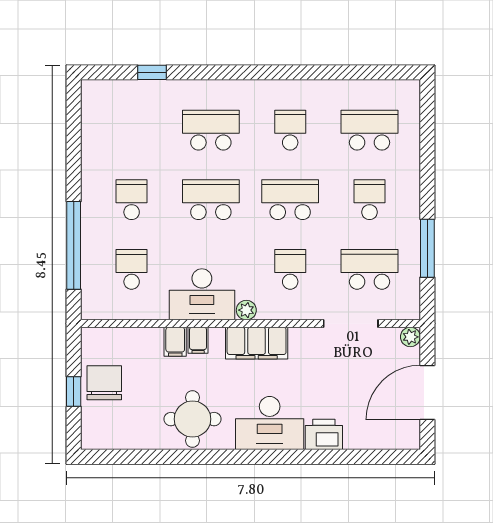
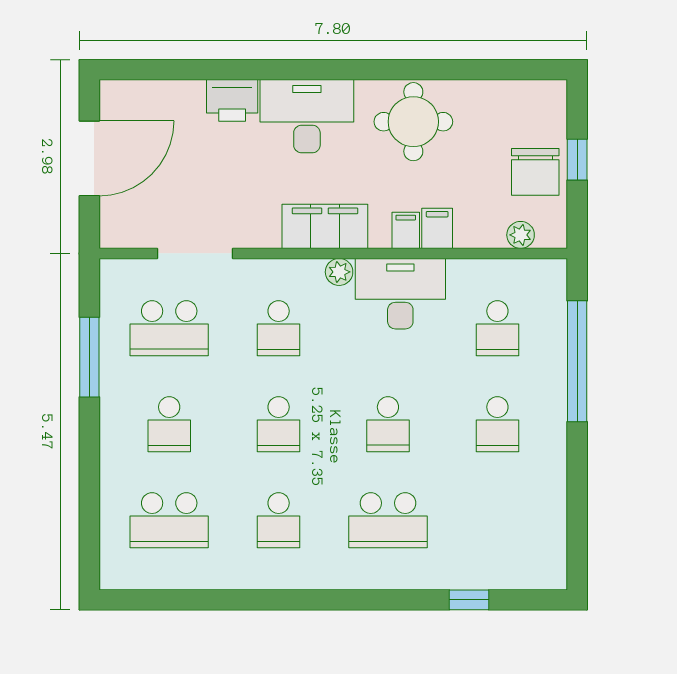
school desk: (211, 200) -> (388, 424), width x0.54
school desk: (290, 200) -> (279, 424), width x0.54
plant: (410, 337) -> (521, 235), moved

